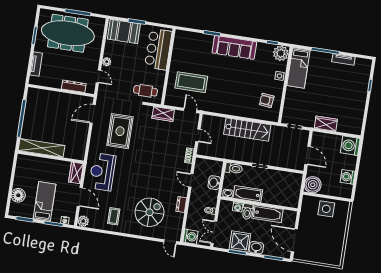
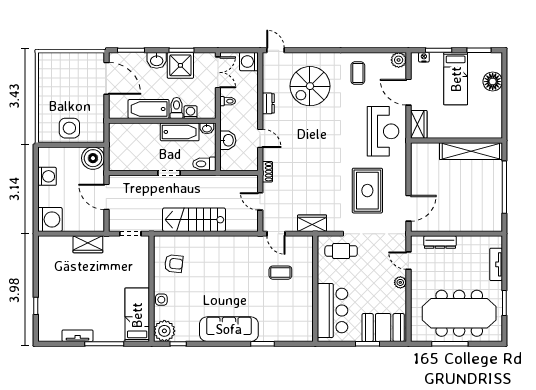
coffee table: (191, 82) -> (280, 273), width x0.54, depth x0.58

